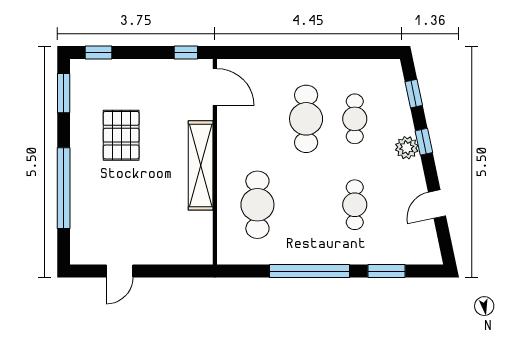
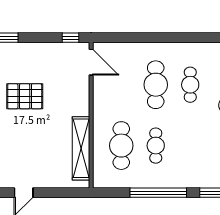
pallet: (121, 135) -> (25, 96), turned 90
shelving: (201, 165) -> (81, 148), moved
cafe table: (355, 205) -> (156, 146), moved

